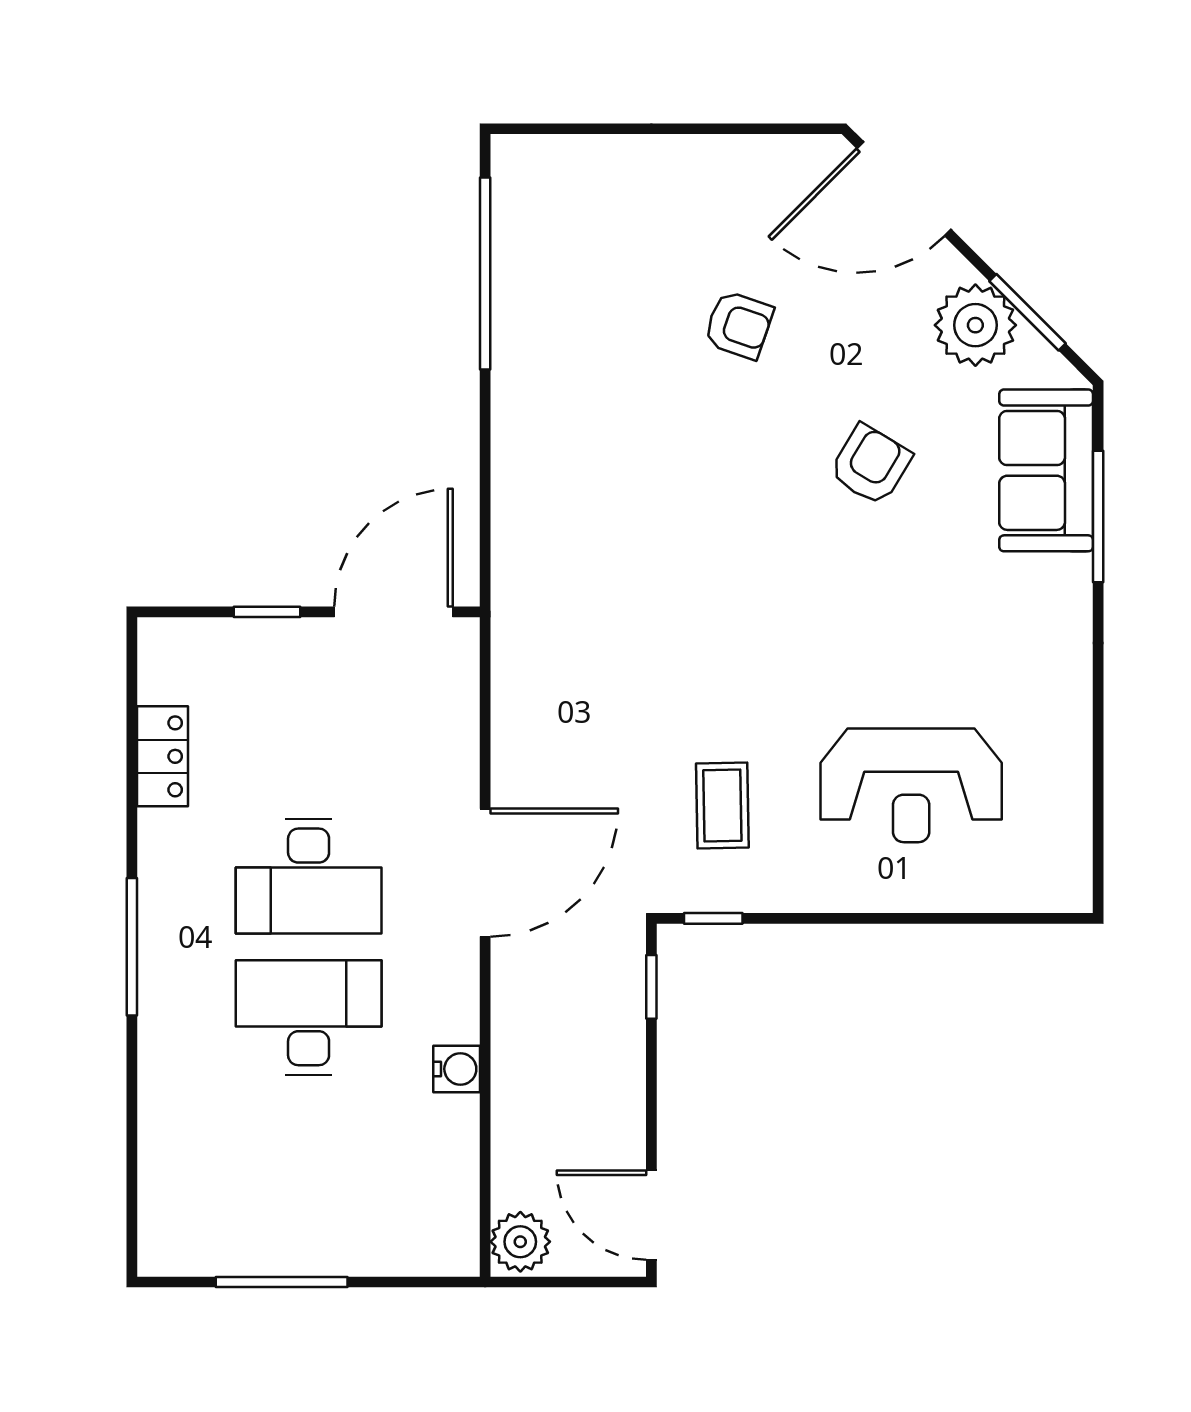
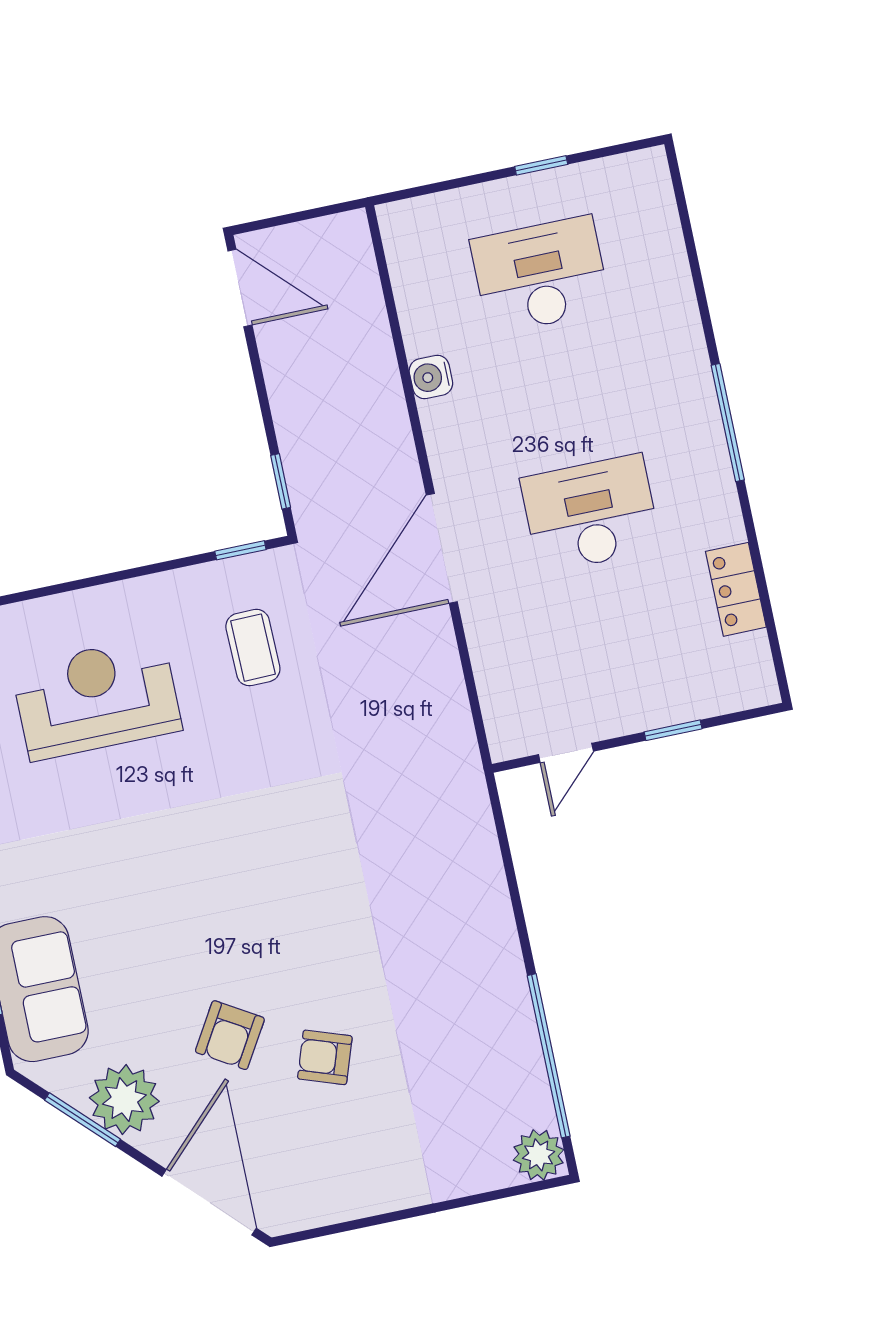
door: (904, 189) -> (209, 1202), hinge flipped
armchair: (870, 465) -> (230, 1035), moved
door: (393, 612) -> (566, 753), width x0.53
desk: (309, 1017) -> (540, 275), moved, turned 180
plant: (520, 1242) -> (539, 1155), moved
window: (282, 1282) -> (541, 165), width x0.46

